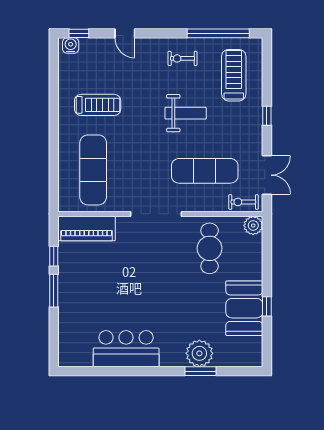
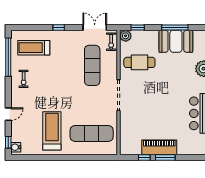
treadmill: (98, 105) -> (52, 131), width x1.37, depth x1.38
weight bench: (186, 113) -> (57, 77), removed
piano: (87, 228) -> (159, 147), moved, turned -90
window: (267, 245) -> (138, 27), added
window: (267, 306) -> (175, 27), width x2.17

